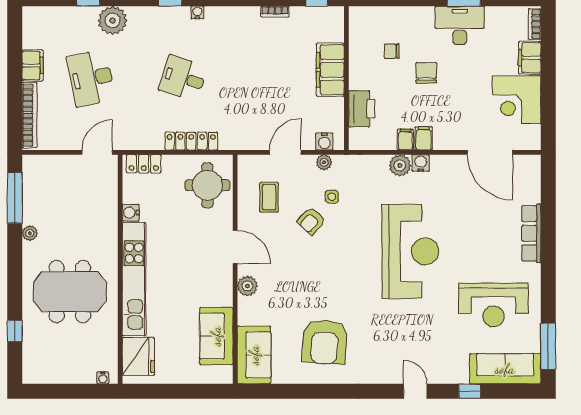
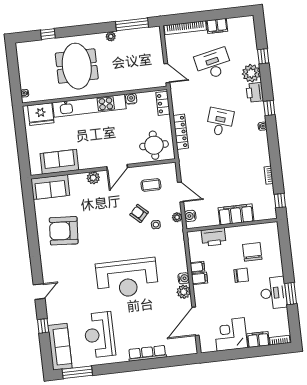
printer: (143, 18) -> (255, 92), added
chair: (392, 51) -> (252, 252), width x1.87, depth x1.87
plant: (400, 165) -> (184, 292), moved

